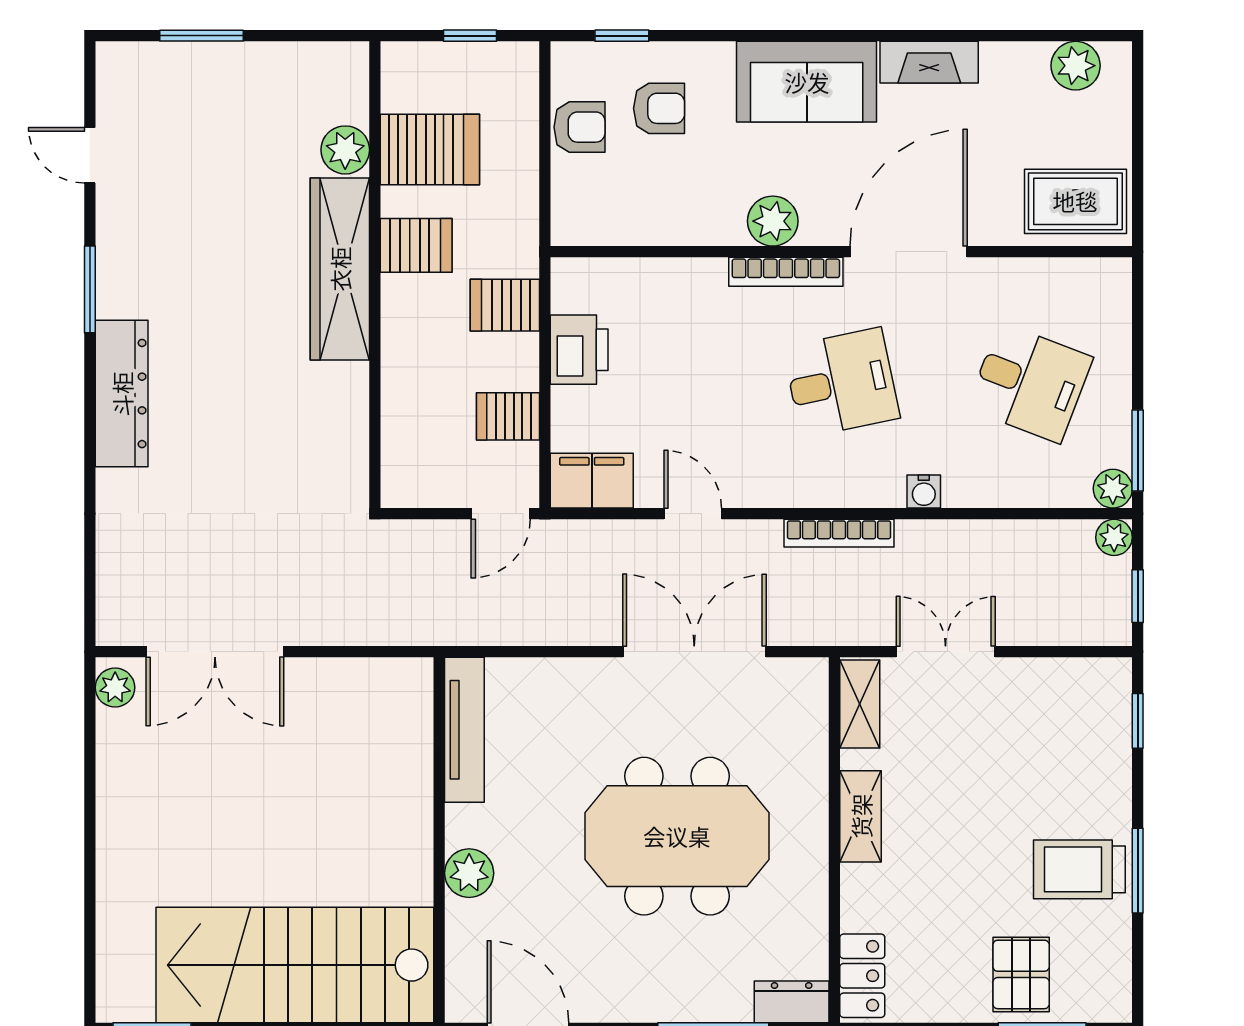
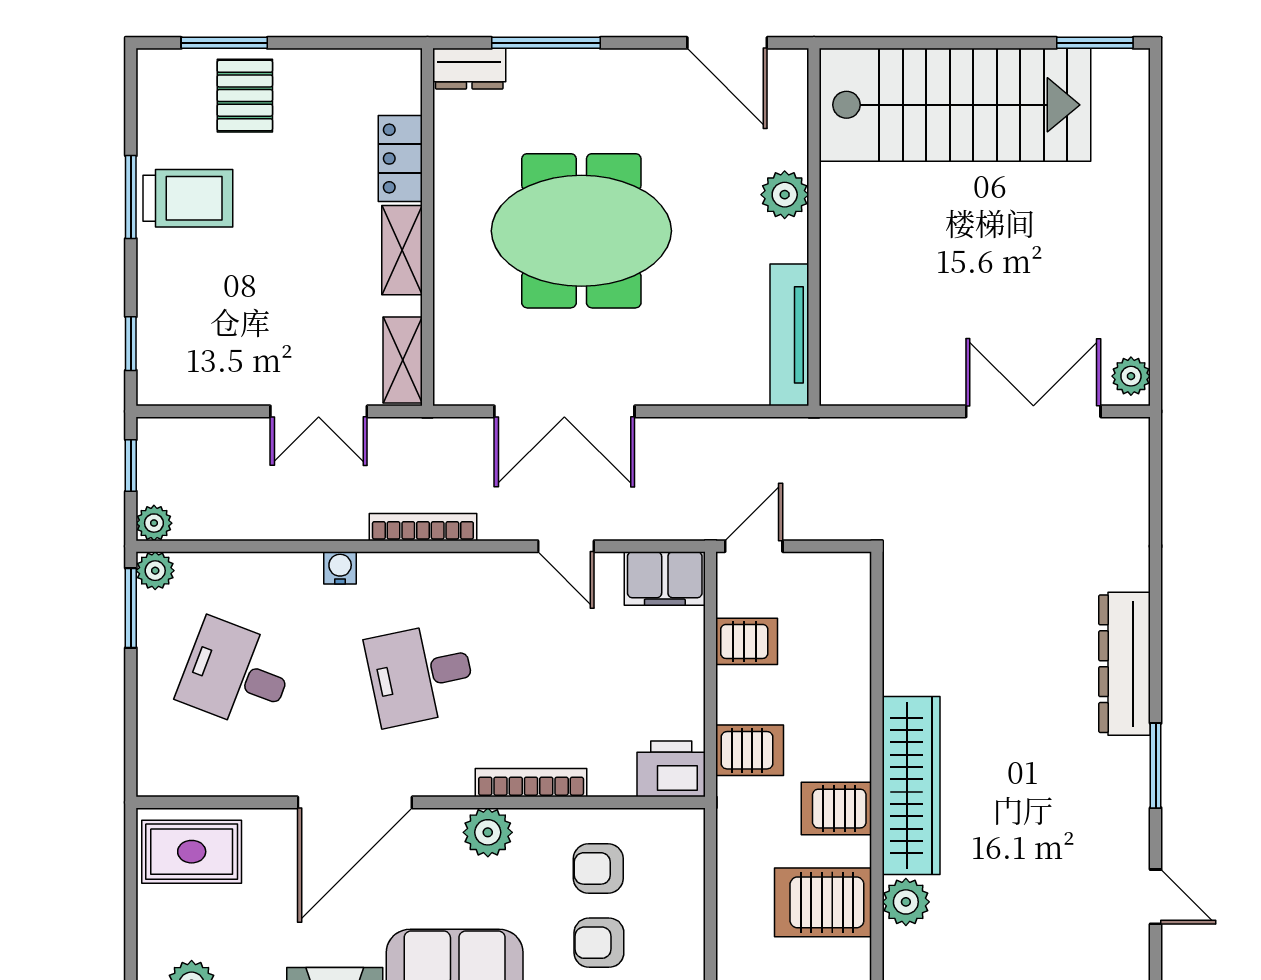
armchair: (579, 127) -> (598, 868), moved
bookcase: (786, 272) -> (531, 783), moved
printer: (579, 350) -> (671, 769), moved, turned 90
locker: (862, 976) -> (400, 159), moved

